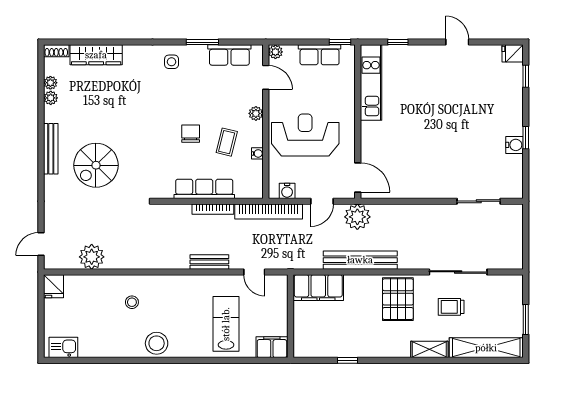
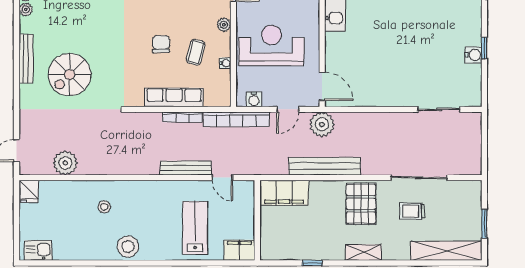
bench: (209, 262) -> (186, 168), width x1.36
shelving: (429, 349) -> (363, 252), moved

